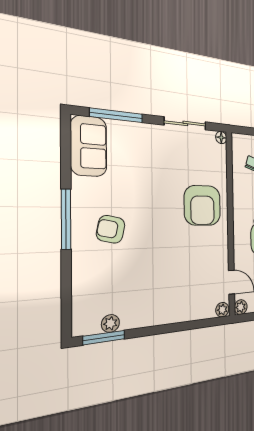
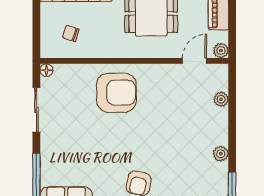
plant: (222, 310) -> (221, 99), moved
plant: (110, 323) -> (221, 154), moved

